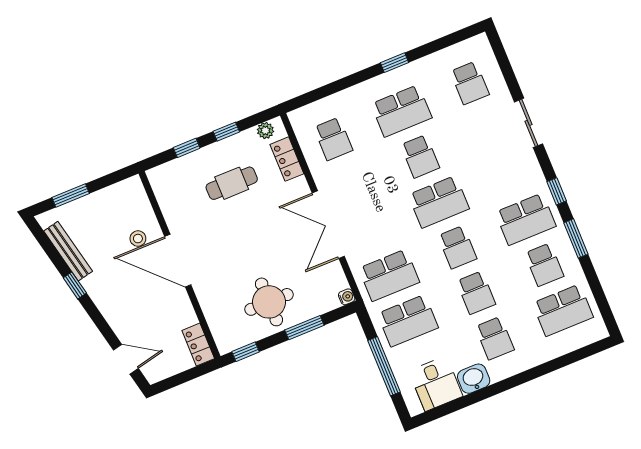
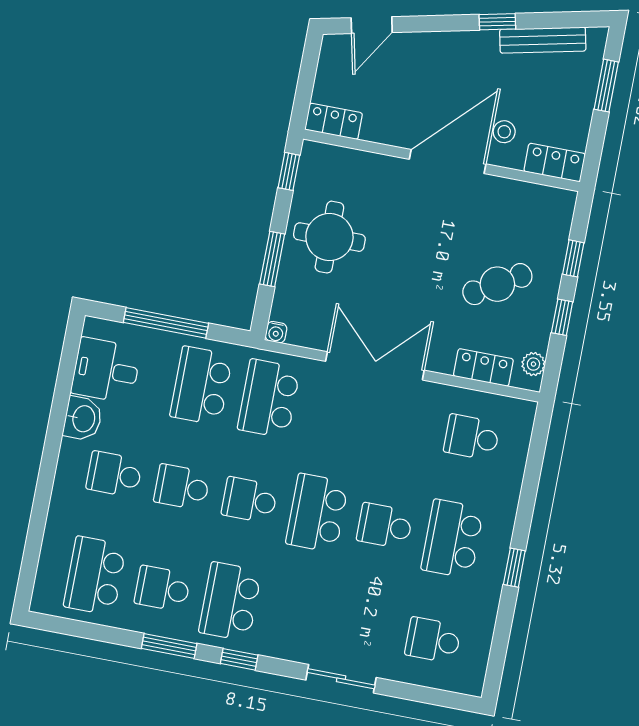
cafe table: (232, 183) -> (497, 284), turned 59
locker: (137, 196) -> (555, 163), added

